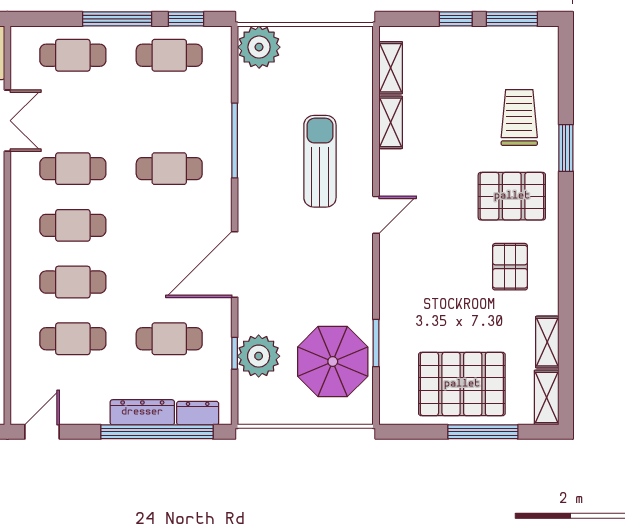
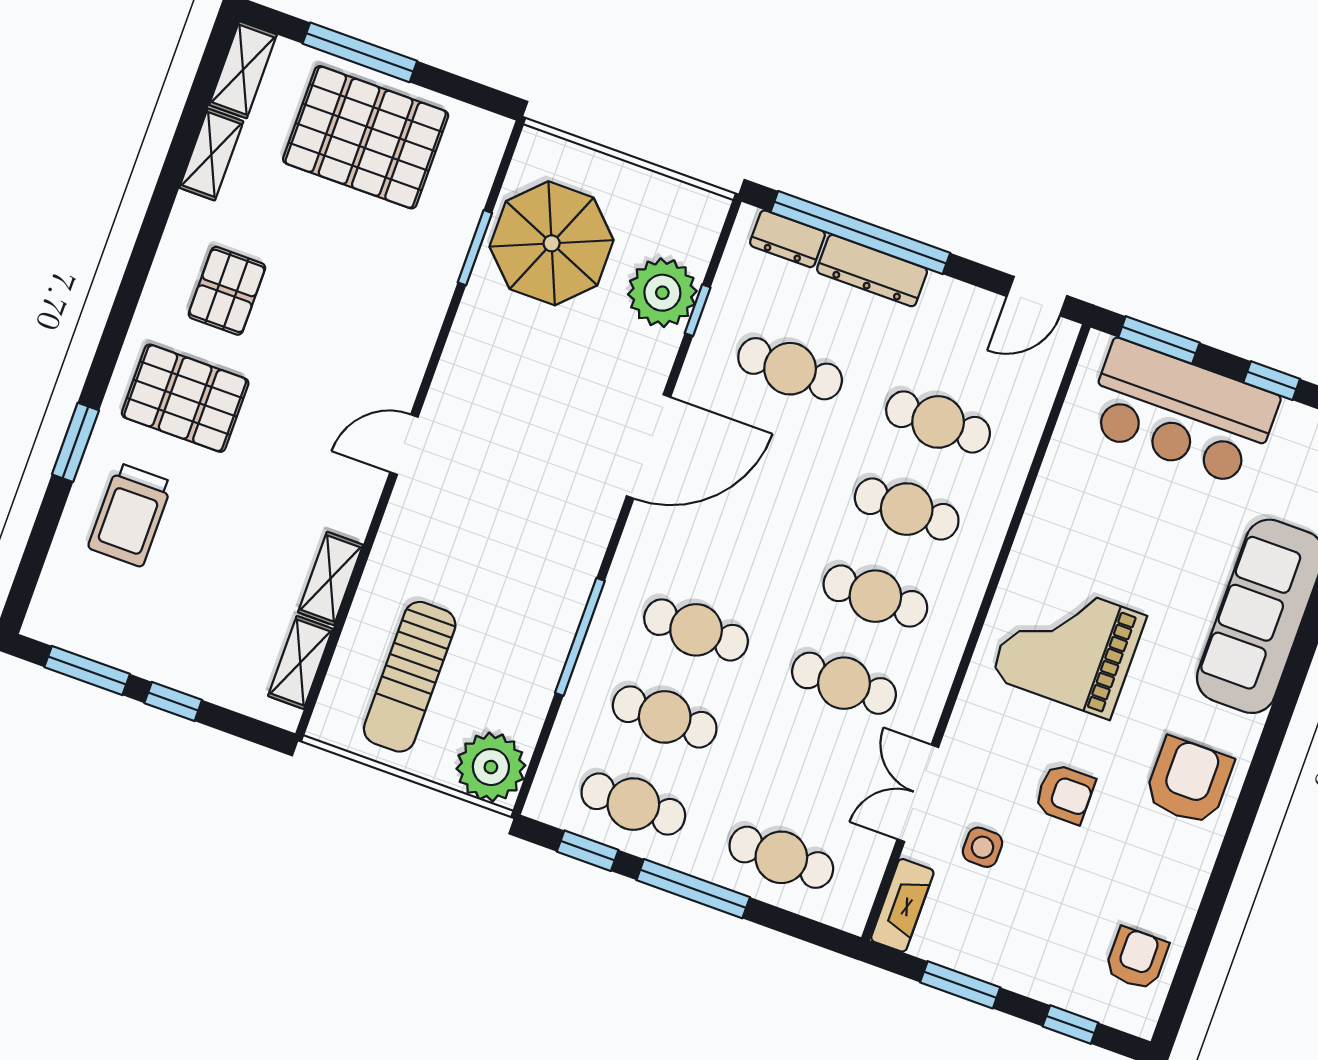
cafe table: (169, 112) -> (665, 717), added
sun lounger: (320, 161) -> (410, 677), moved

